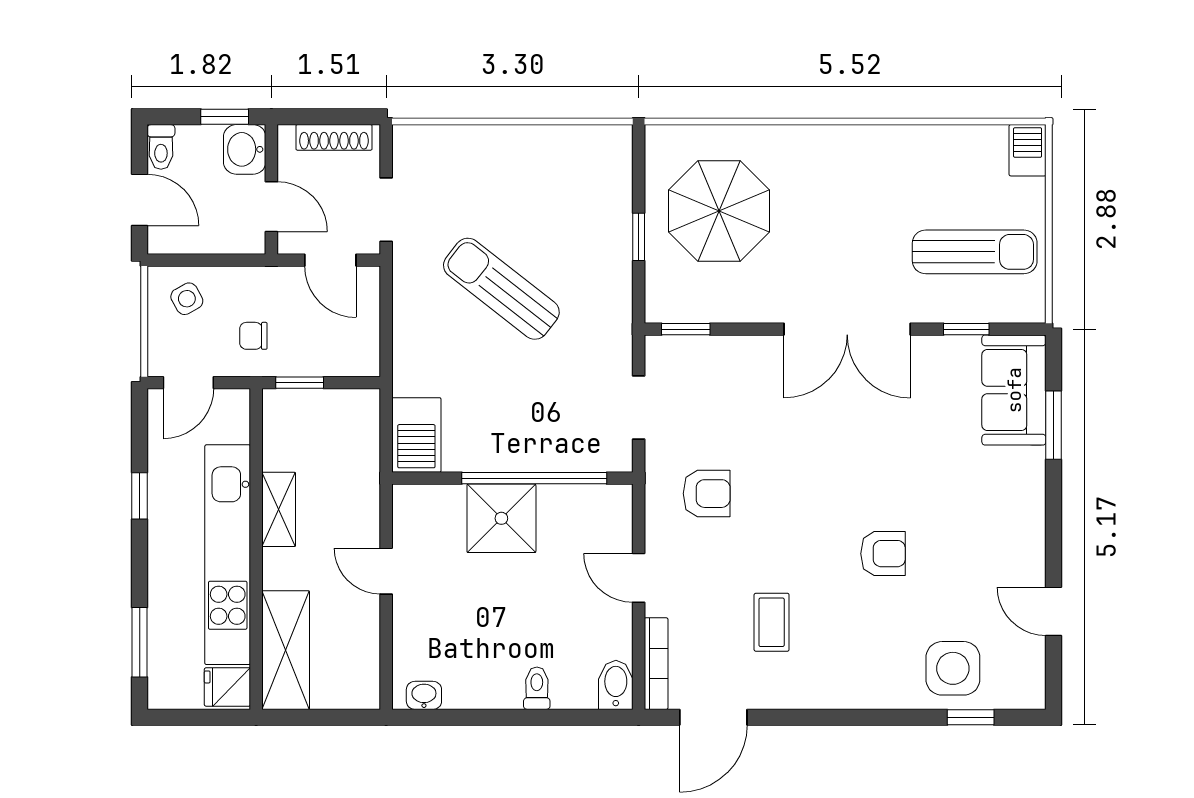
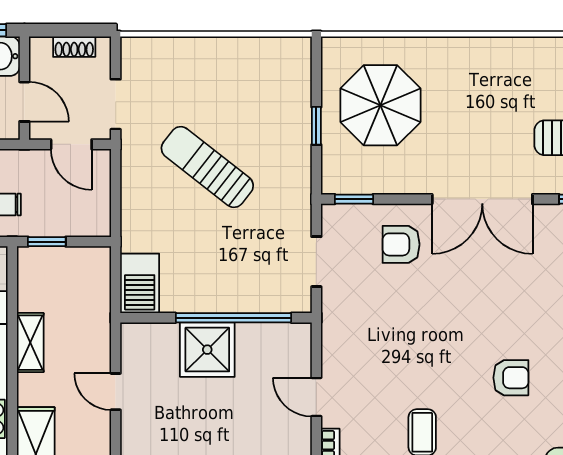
shoe rack: (334, 137) -> (74, 47), width x0.70
armchair: (707, 494) -> (401, 244), moved, turned 180

